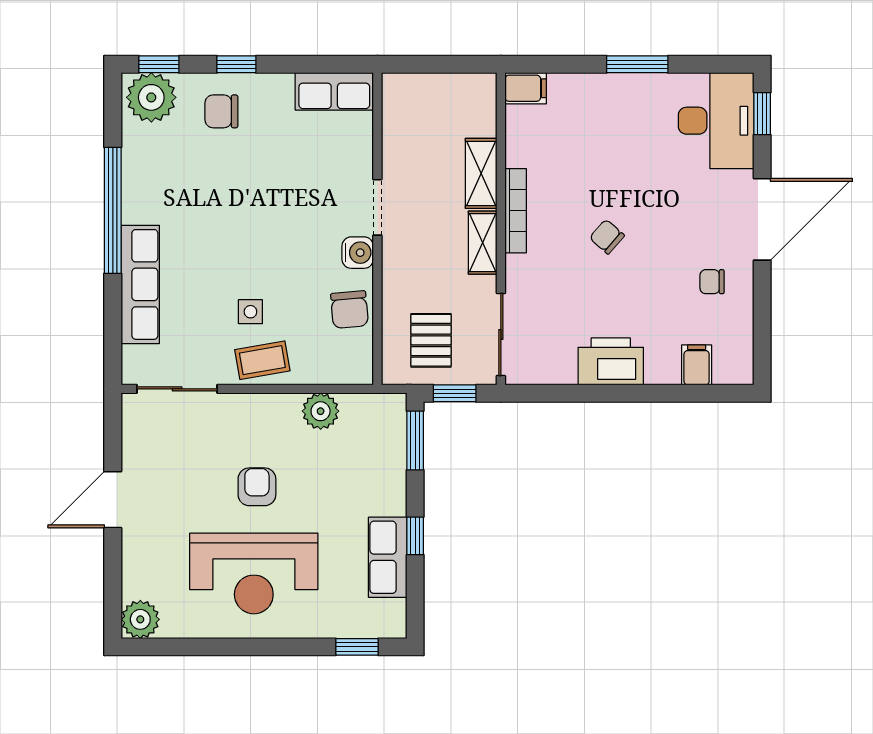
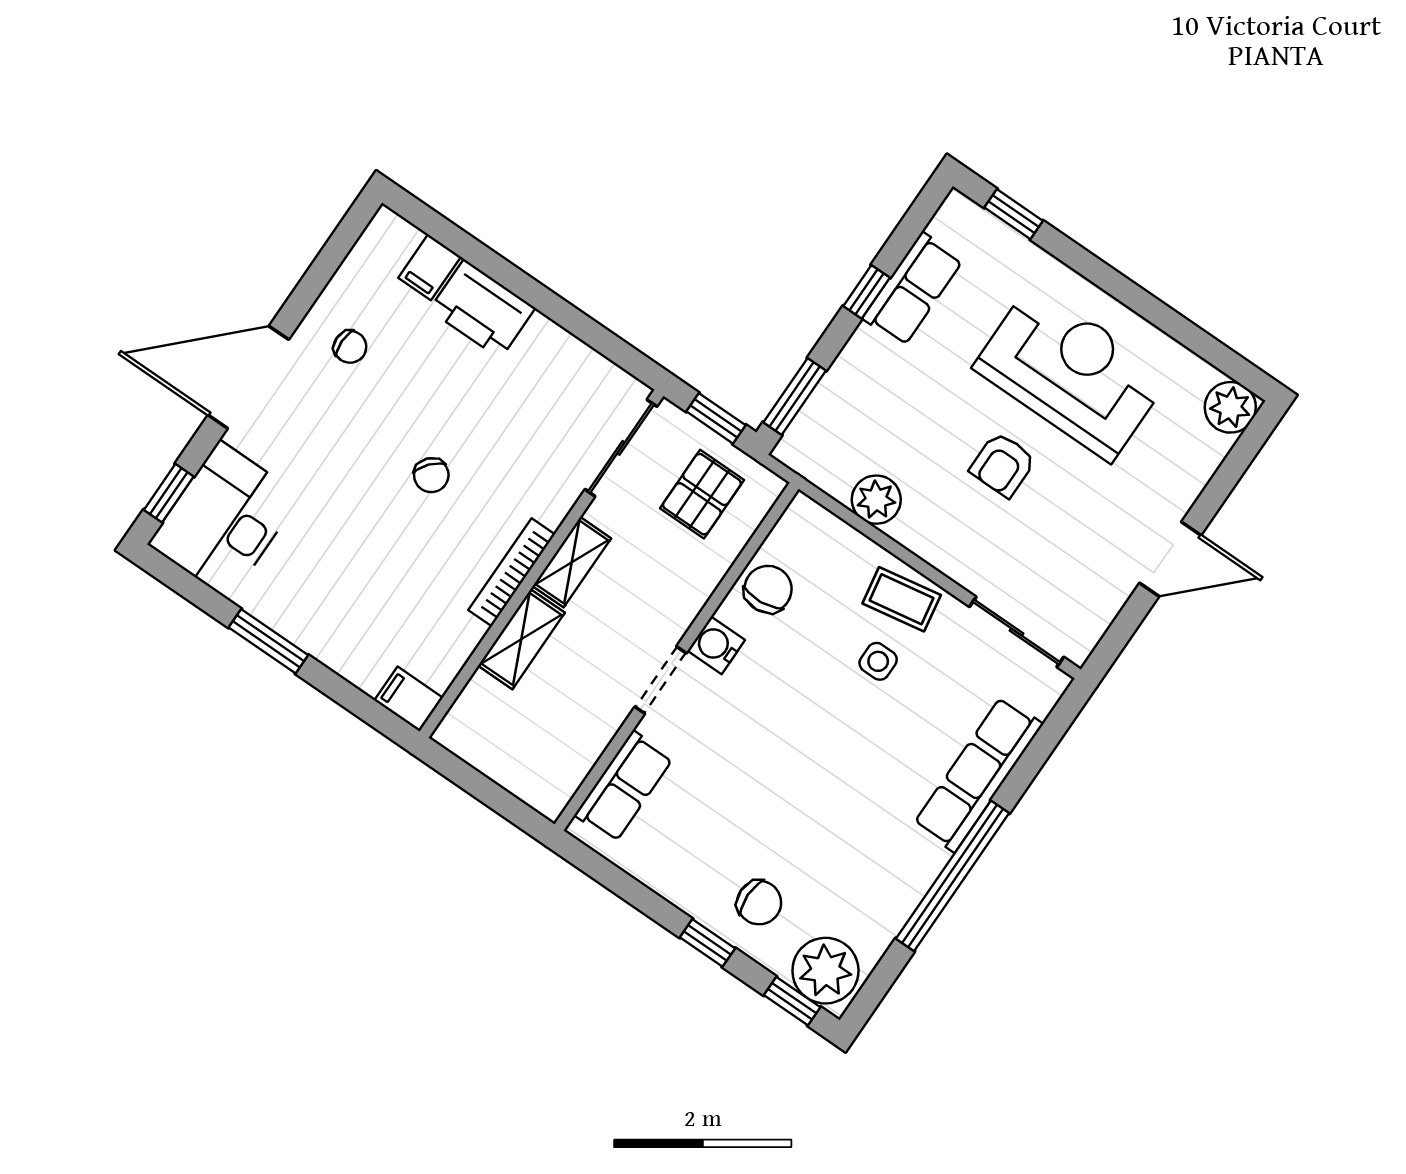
row of seats: (334, 91) -> (624, 787), moved, turned 90
printer: (611, 361) -> (482, 309), moved

